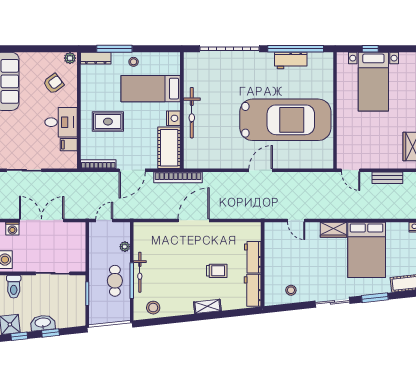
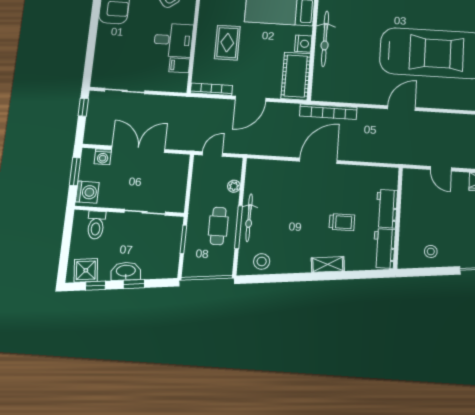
rug: (108, 122) -> (227, 43), turned 90
bookcase: (178, 177) -> (328, 112), moved

